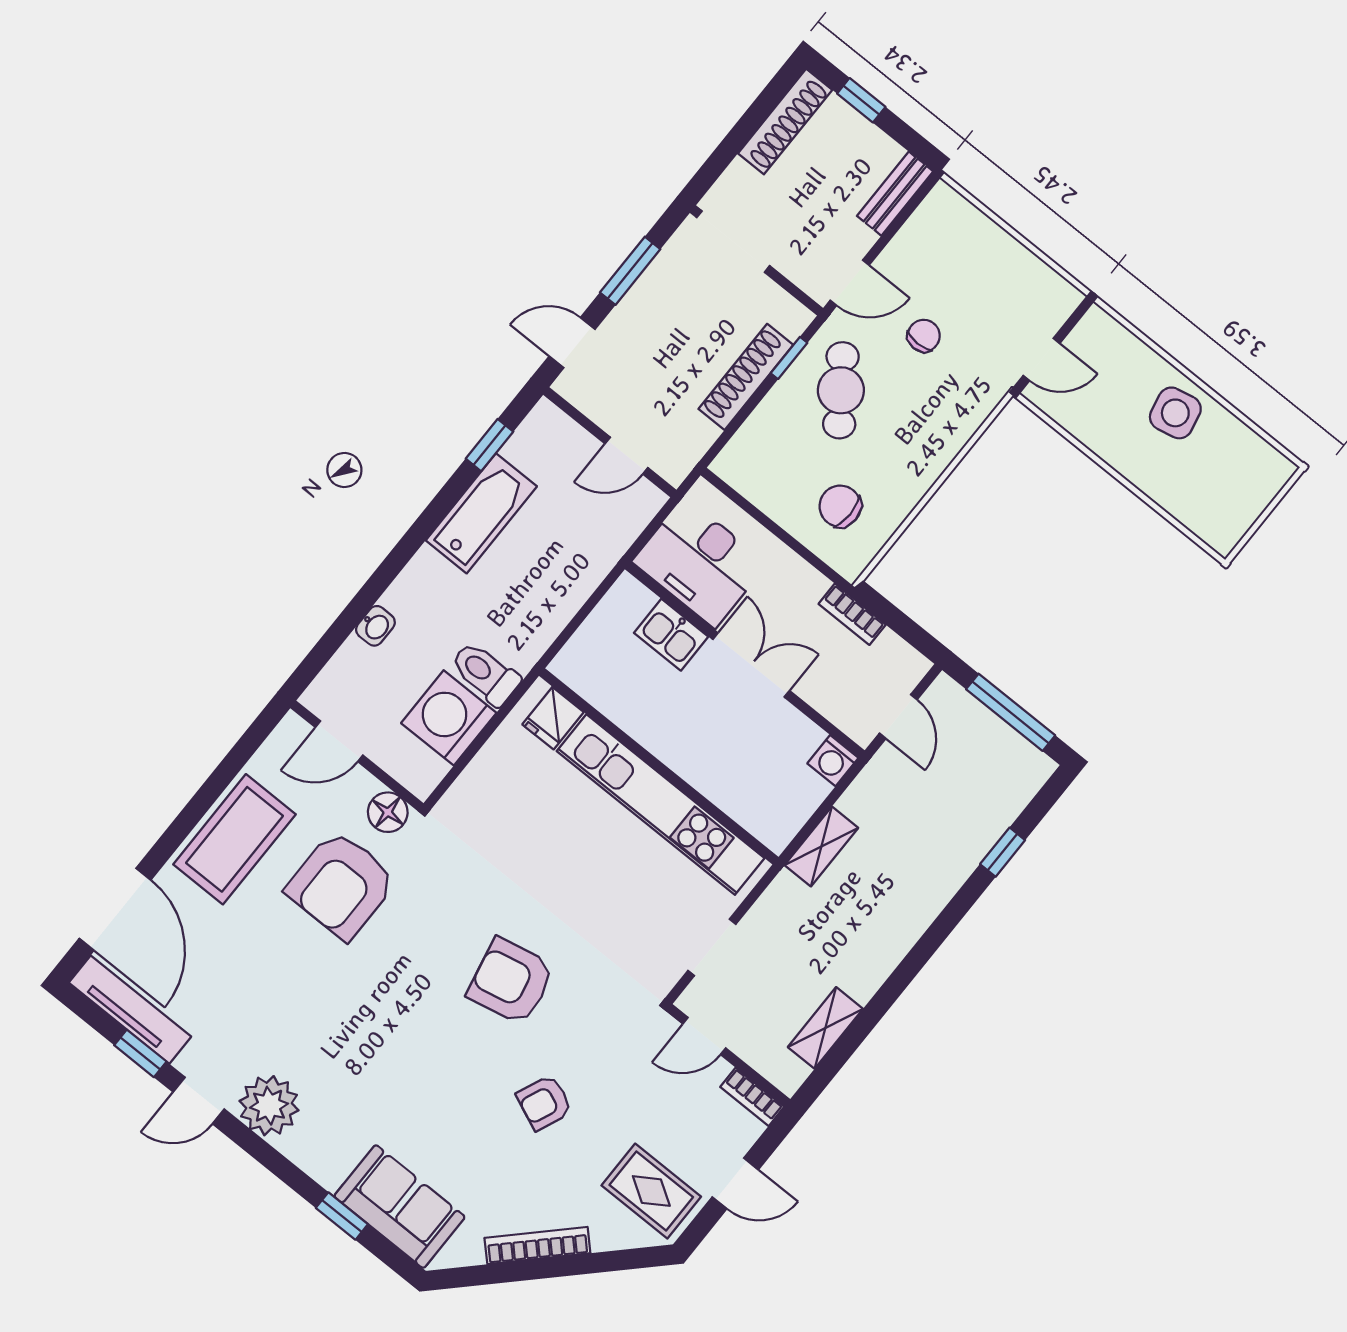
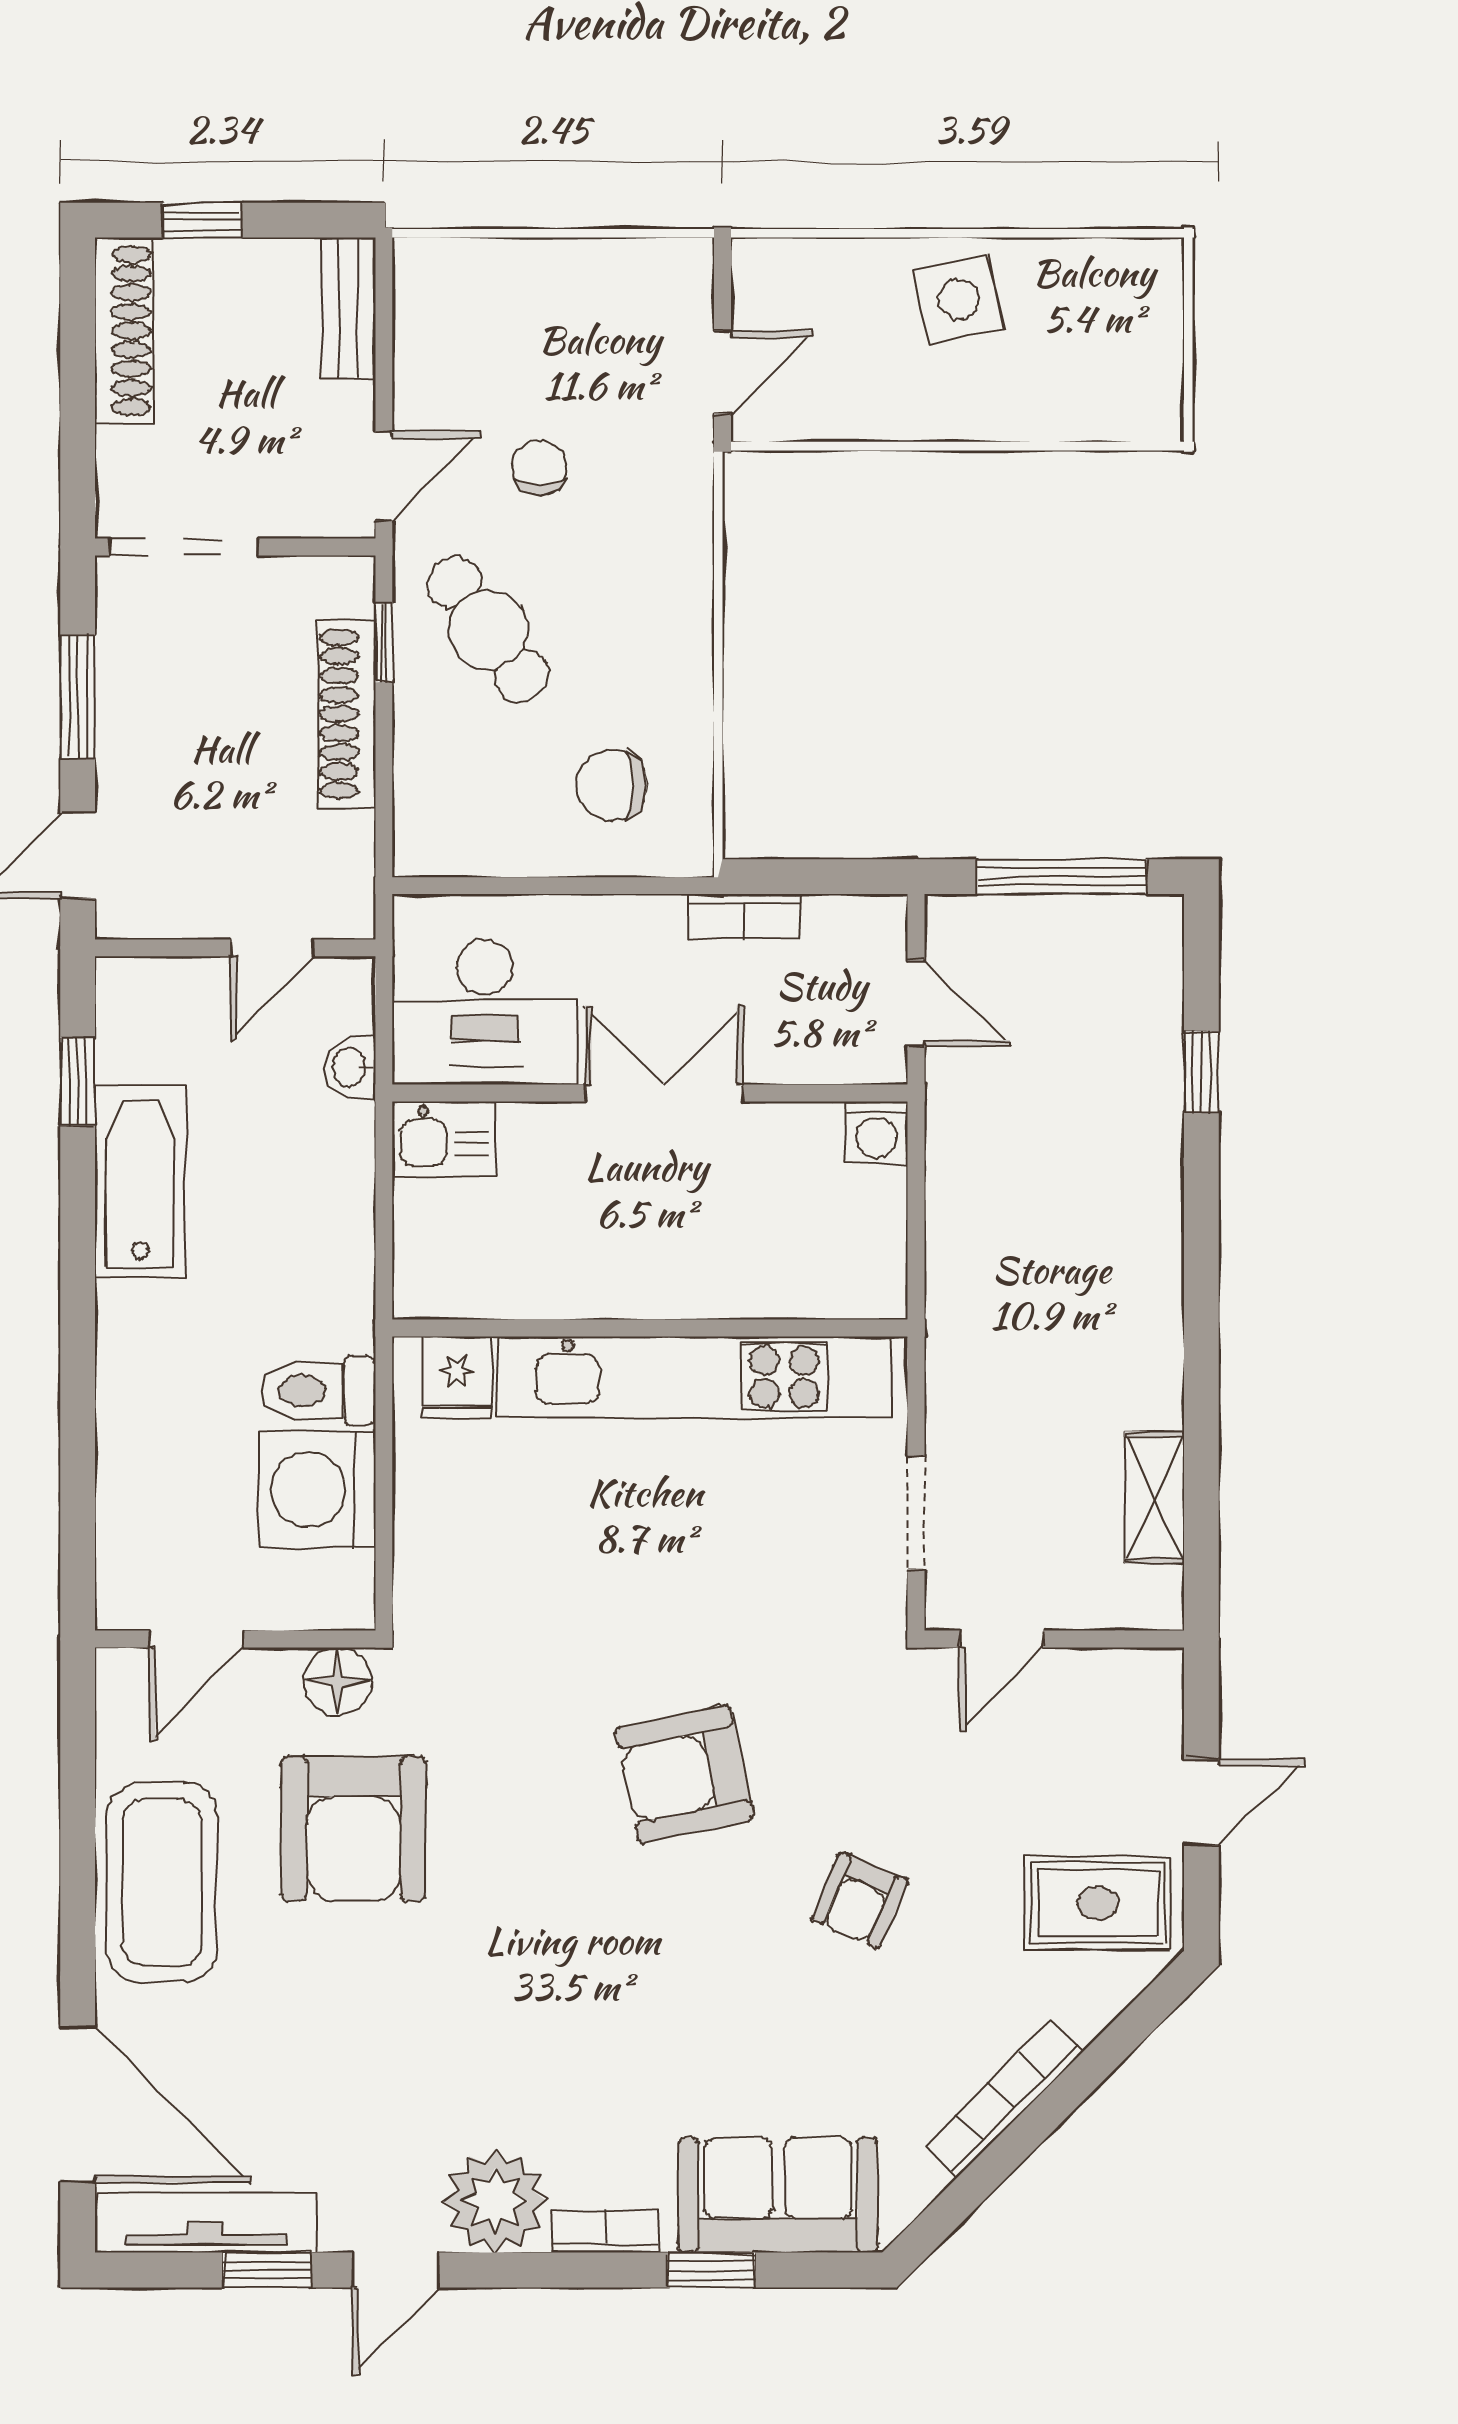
washbasin: (375, 626) -> (350, 1067), moved, turned 180
kitchen sink: (671, 635) -> (444, 1139), moved
shelving: (821, 846) -> (953, 1260), removed
bookcase: (752, 1097) -> (606, 2231), moved, turned 180

